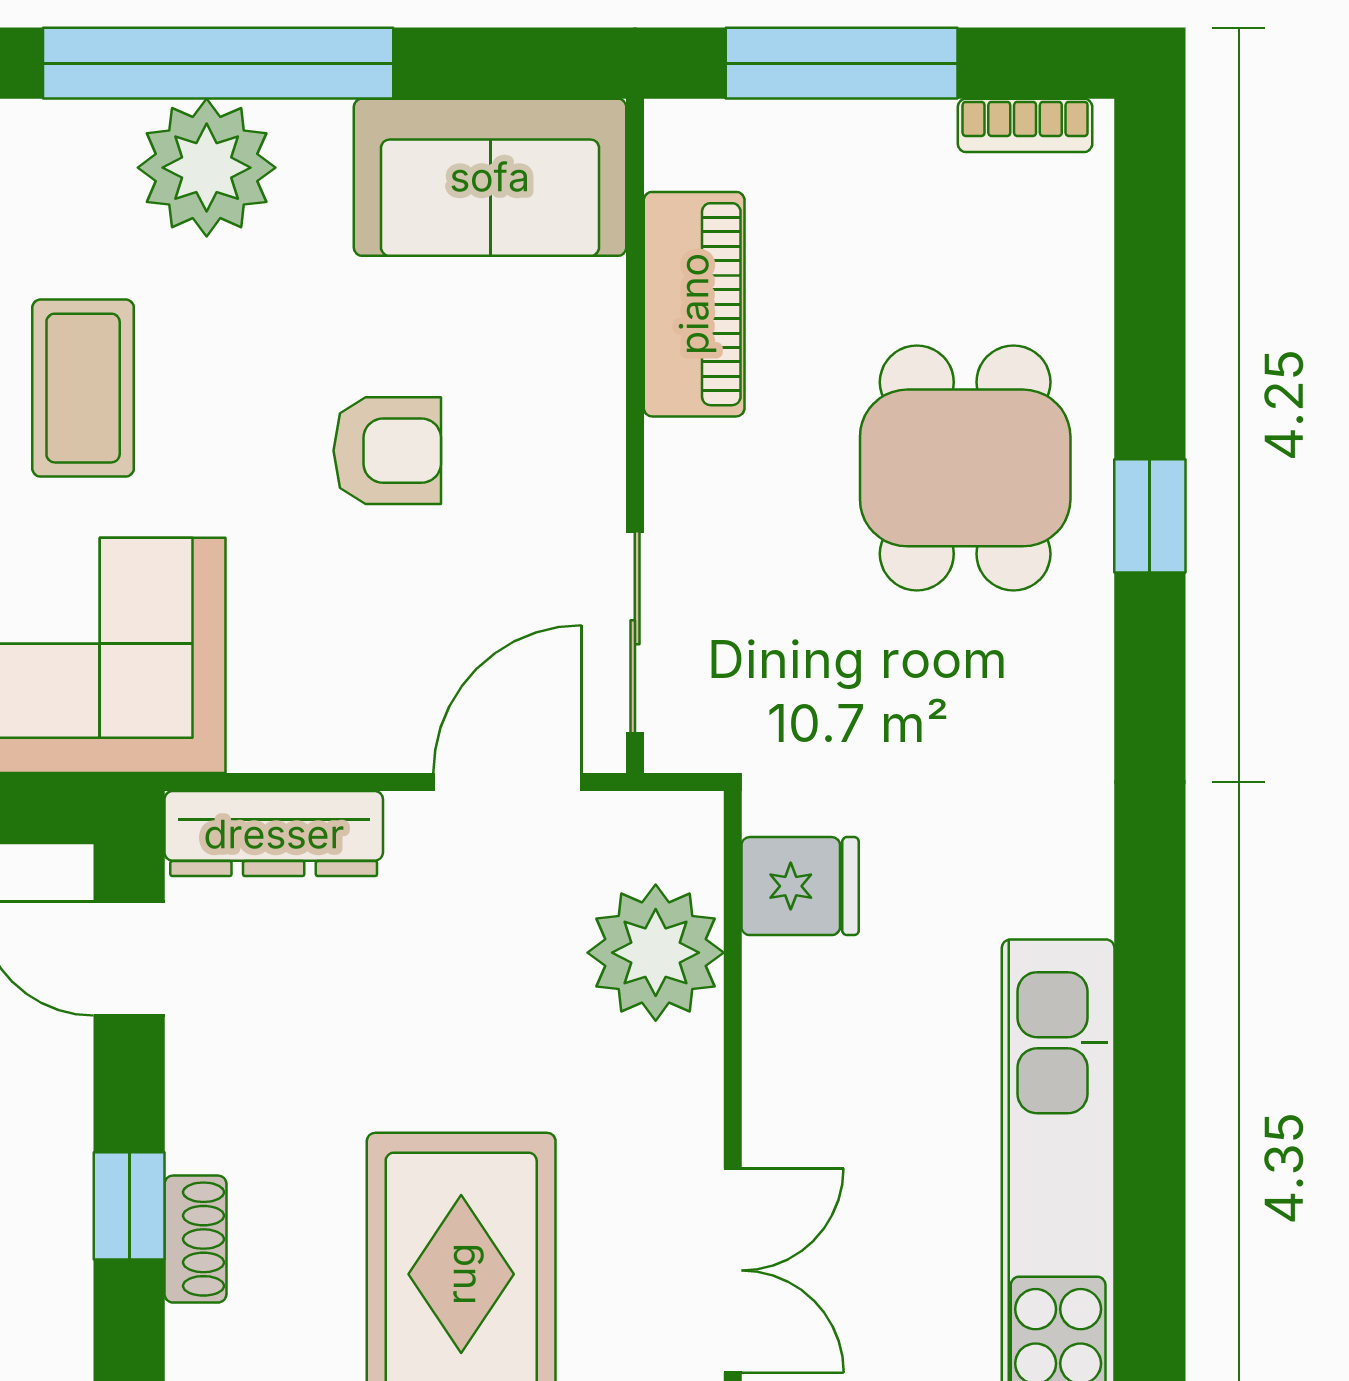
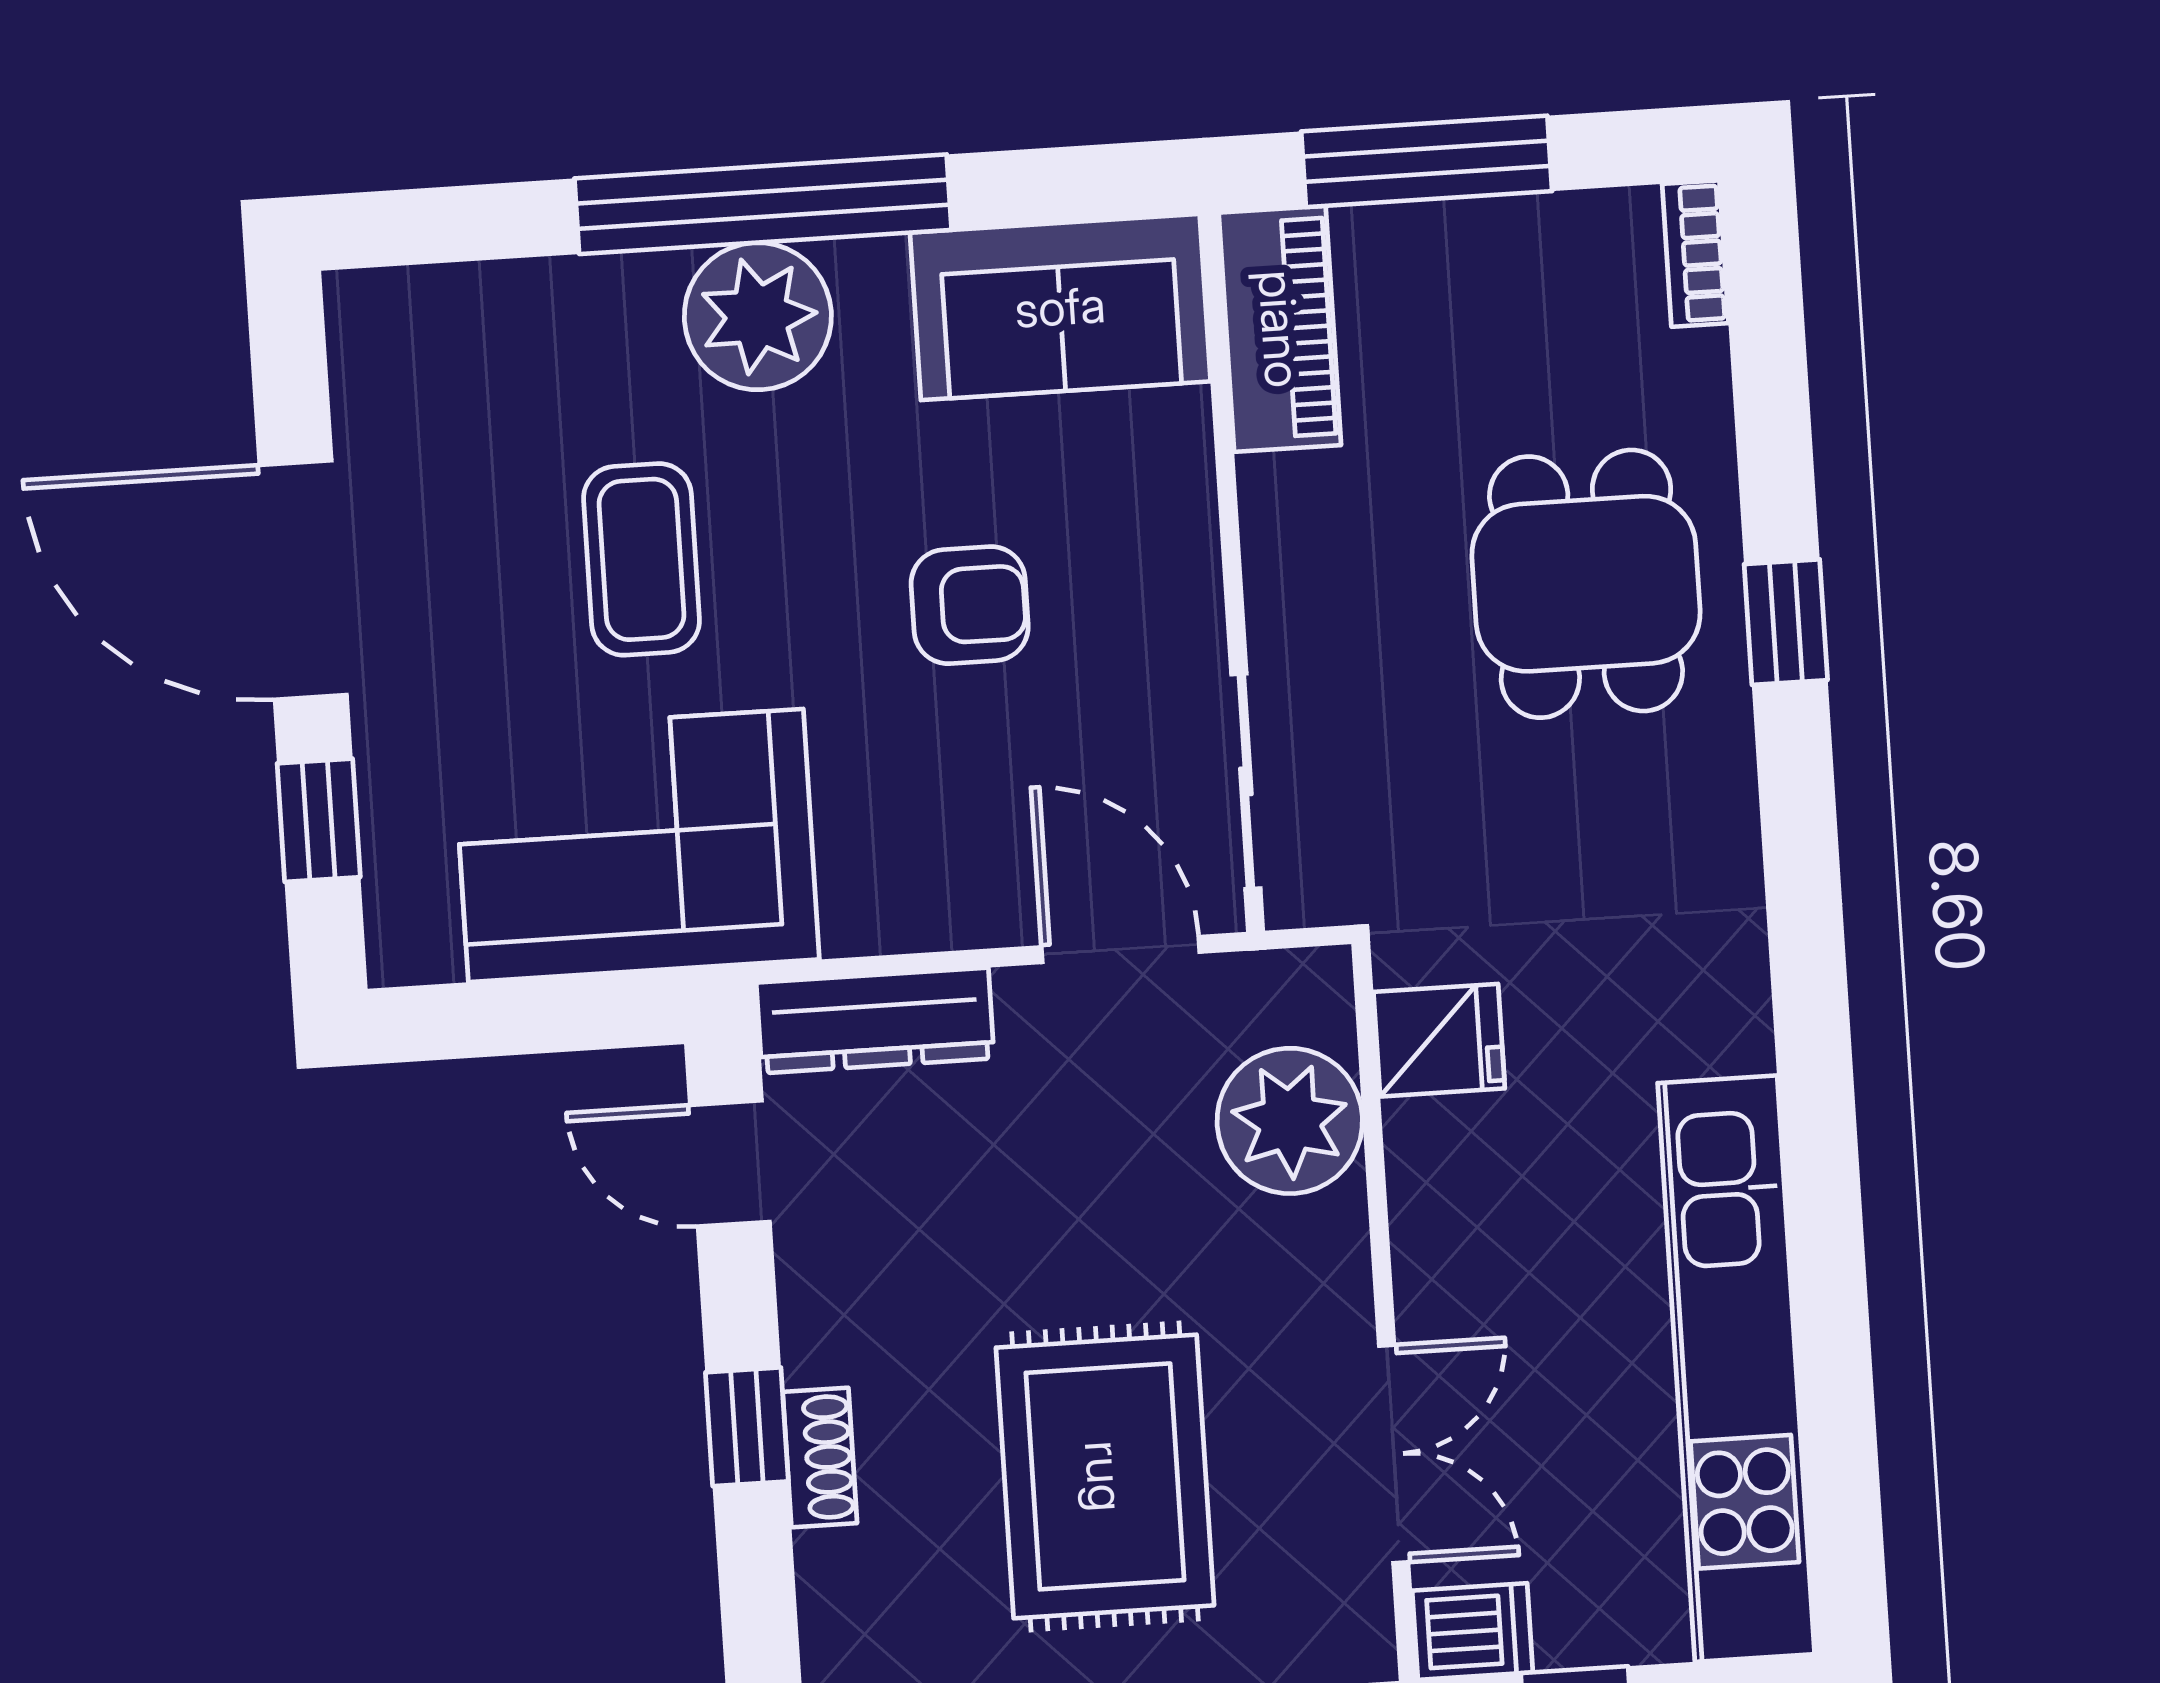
bookcase: (1025, 125) -> (1695, 254), moved, turned 90
piano: (694, 304) -> (1280, 329), moved
door: (507, 782) -> (1120, 950), hinge flipped

